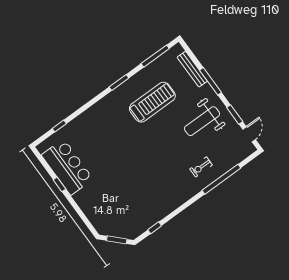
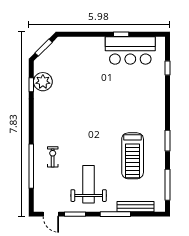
plant: (145, 220) -> (43, 82), added

